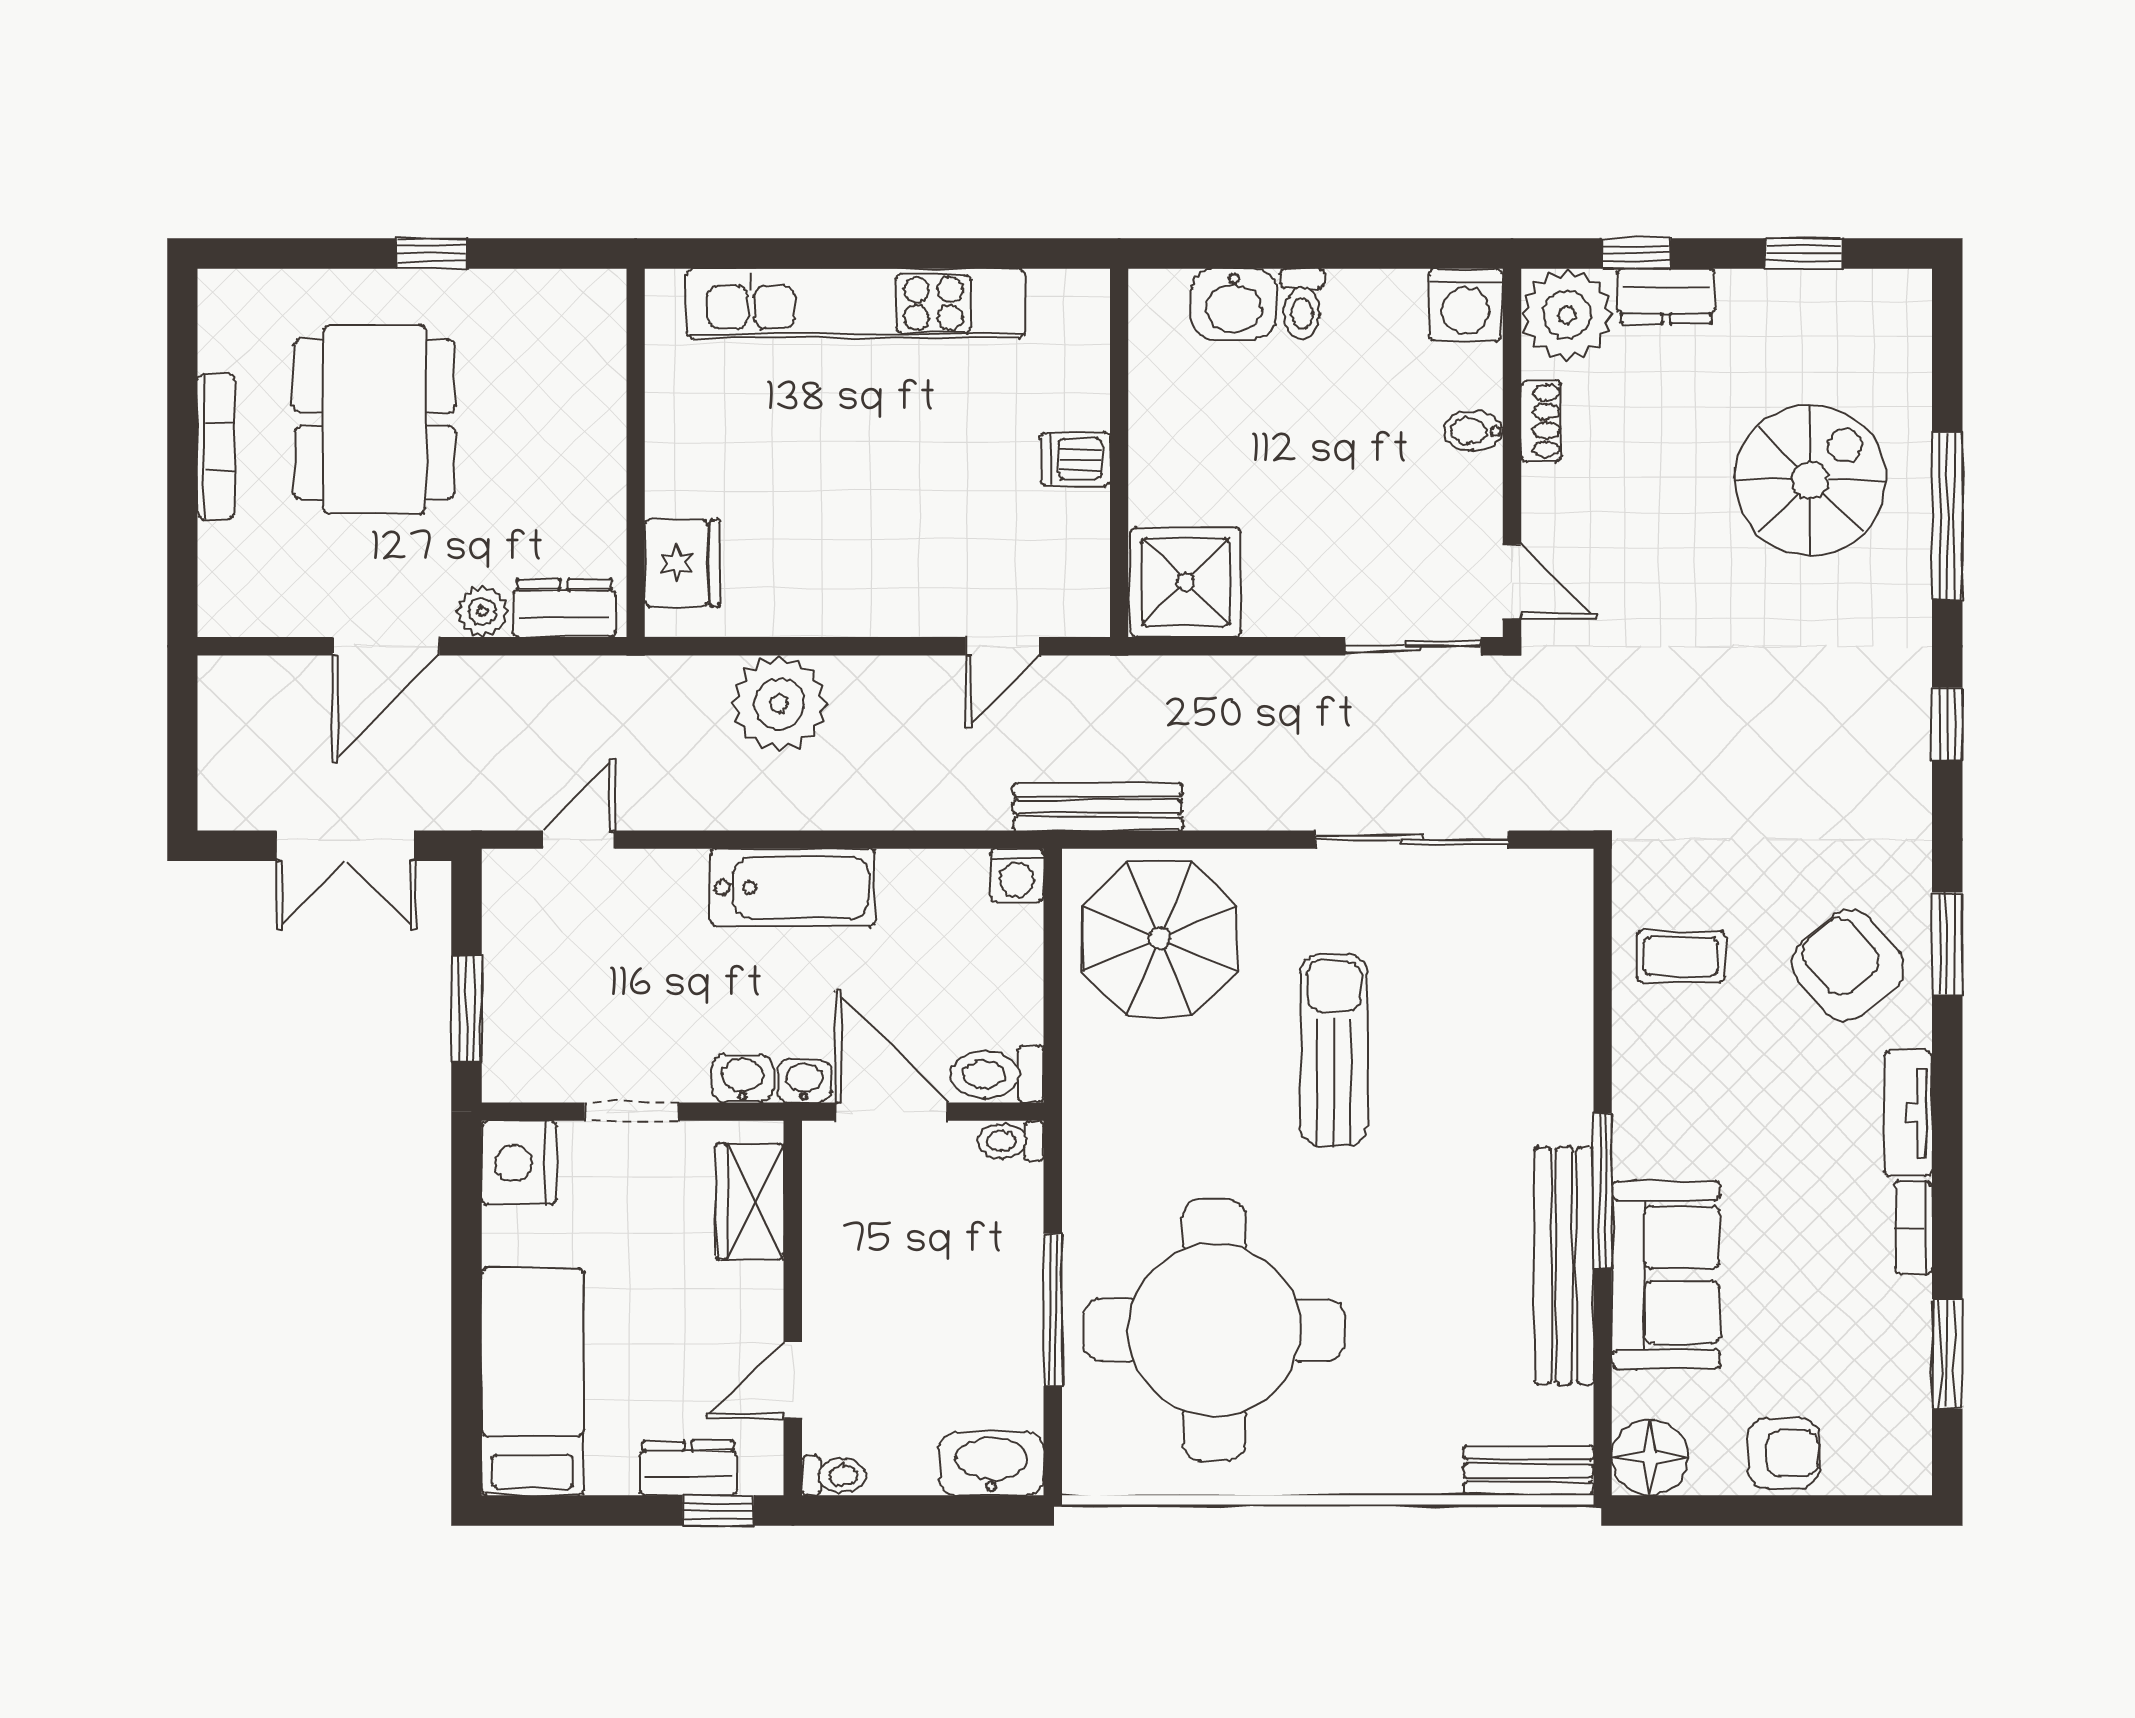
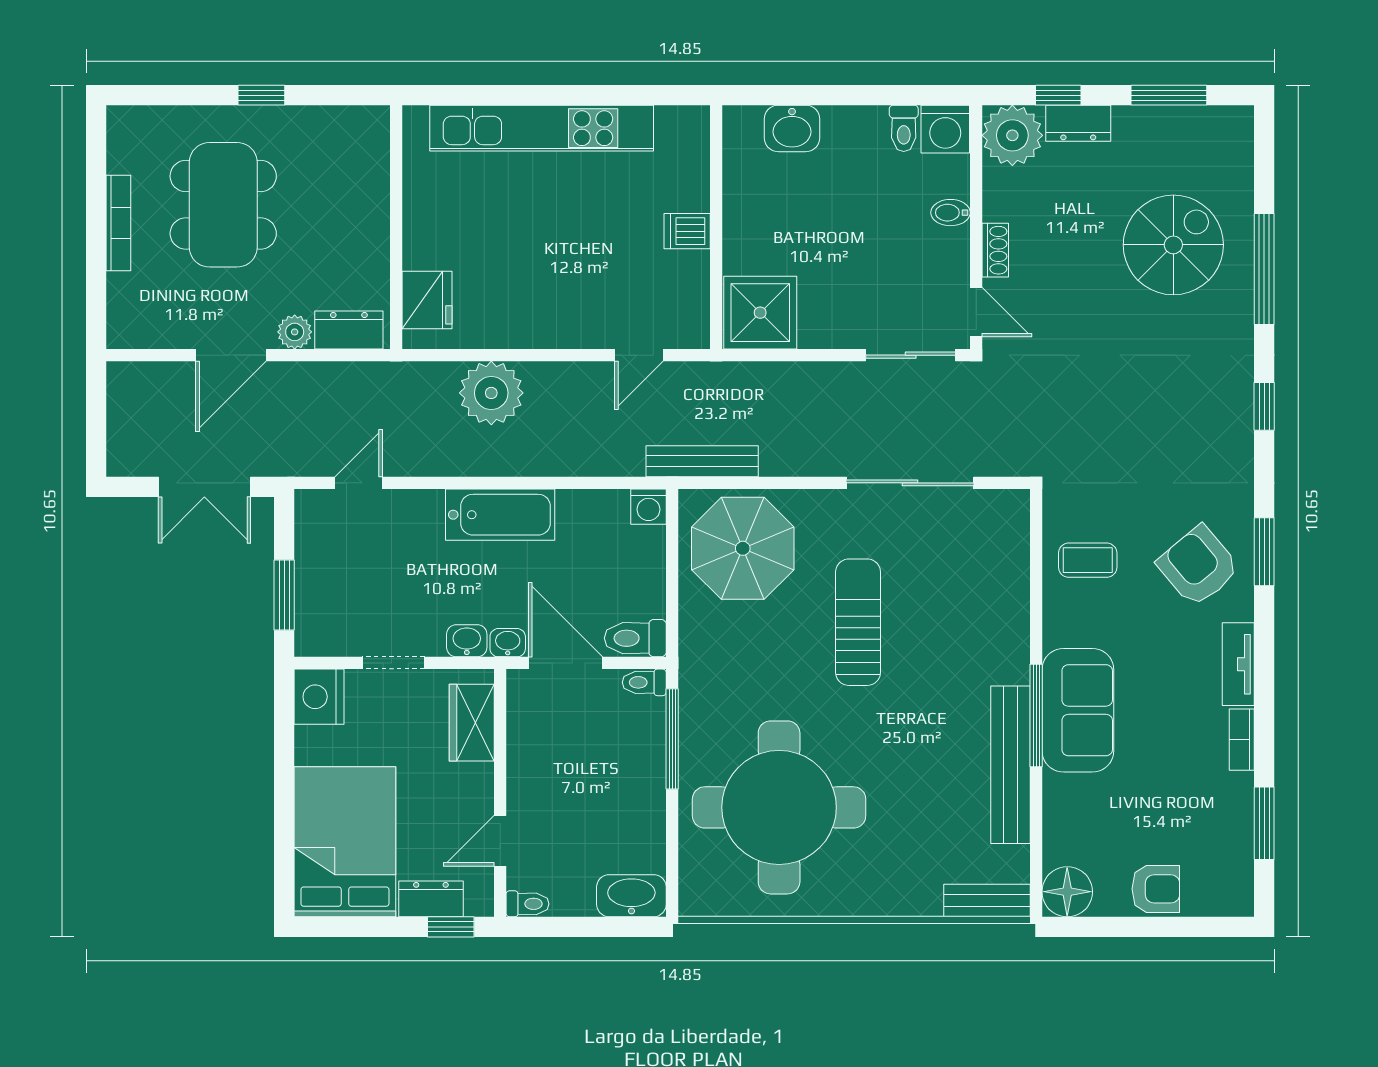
window: (1803, 253) -> (1169, 95), width x1.50
toilet: (1302, 304) -> (904, 128), moved
shoe rack: (1541, 421) -> (995, 250), moved
sofa: (1666, 1275) -> (1078, 710), moved
window: (1053, 1310) -> (672, 739), moved
bed: (533, 1382) -> (345, 842), width x1.50

